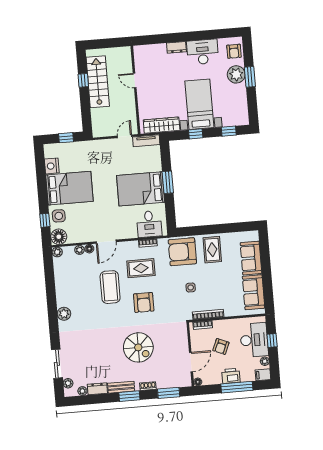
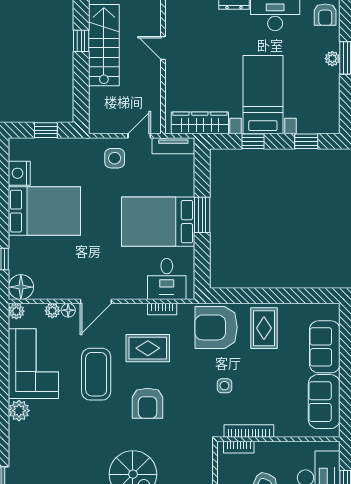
plant: (236, 74) -> (332, 59), width x0.53, depth x0.53
side table: (59, 216) -> (115, 158), moved
corner sofa: (71, 284) -> (33, 364), added

